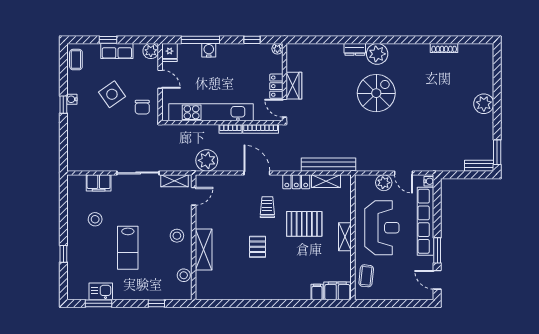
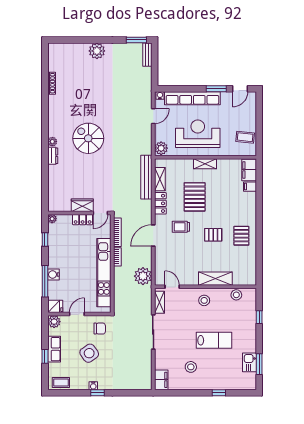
plant: (377, 54) -> (52, 142), width x0.53, depth x0.53
filing cabinet: (99, 183) -> (161, 380), moved
plant: (384, 183) -> (161, 148), moved
coffee table: (366, 276) -> (245, 137), moved
pallet: (257, 281) -> (241, 236), added

